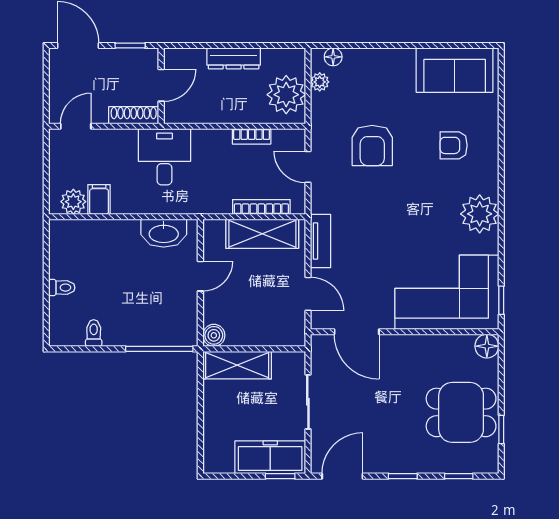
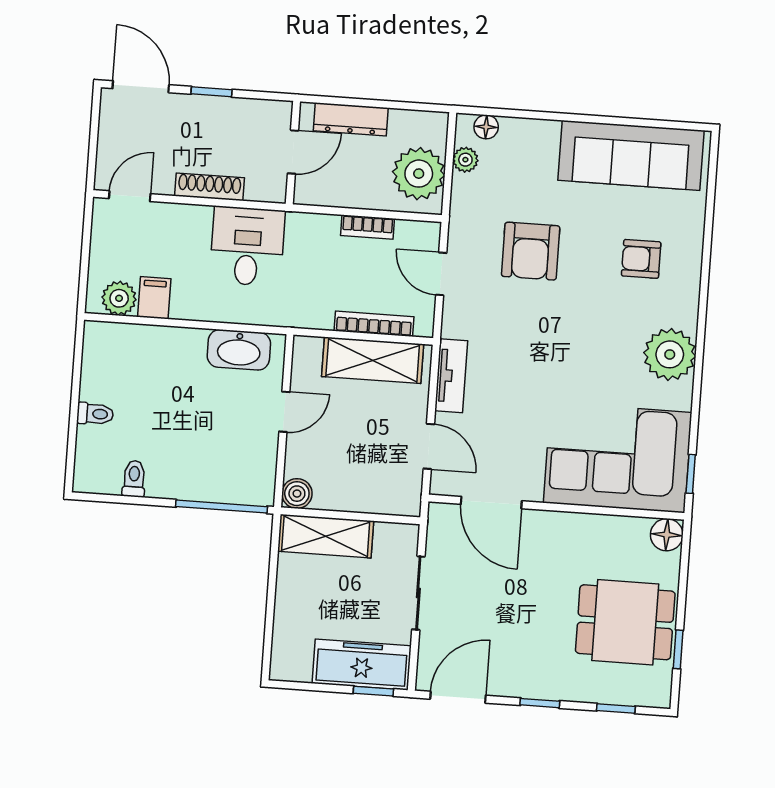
sofa: (455, 70) -> (631, 155), width x1.36
door: (161, 85) -> (293, 152), moved
wall: (161, 86) -> (293, 153), moved

